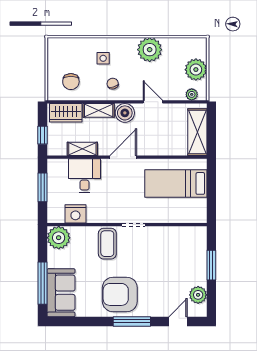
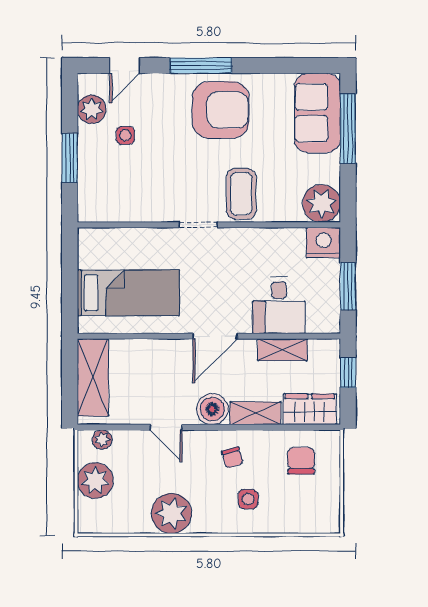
nightstand: (75, 214) -> (323, 243), moved
side table: (178, 279) -> (125, 135), added

